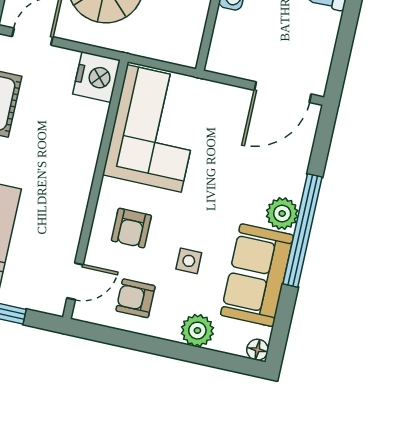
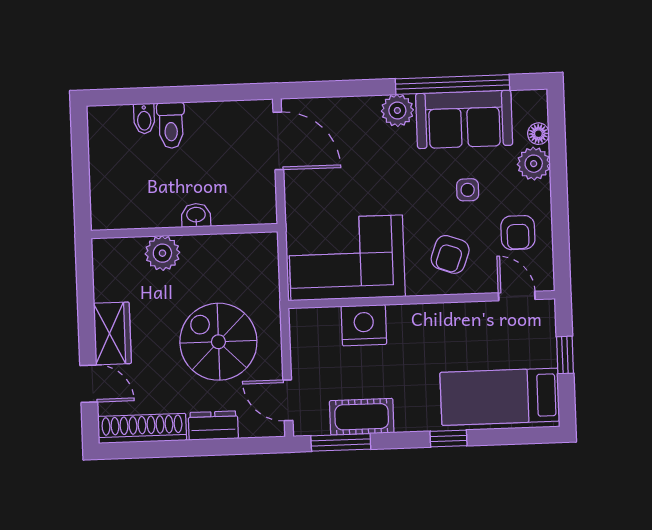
nightstand: (97, 77) -> (364, 325), moved
armchair: (131, 228) -> (450, 254), turned 110
window: (303, 230) -> (453, 84), moved
floor lamp: (257, 350) -> (538, 134), moved

